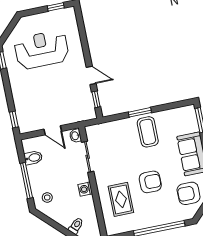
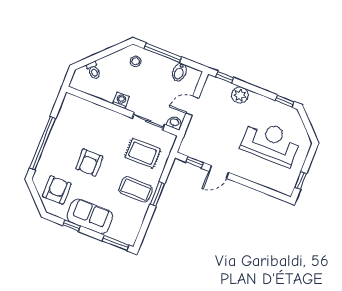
reception desk: (42, 50) -> (271, 143), turned -90
plant: (20, 98) -> (240, 95), added
rug: (121, 199) -> (143, 153), moved

